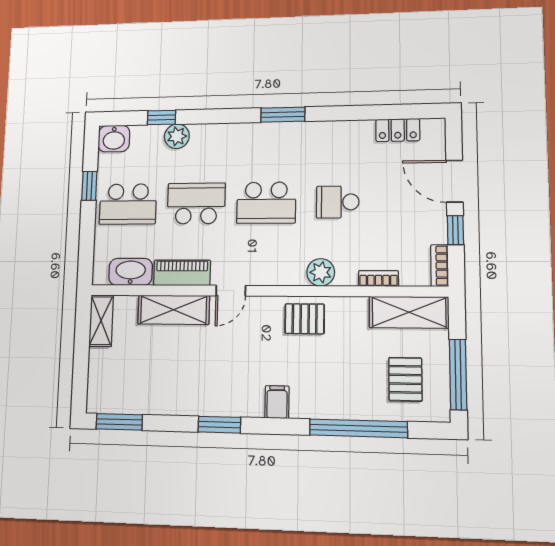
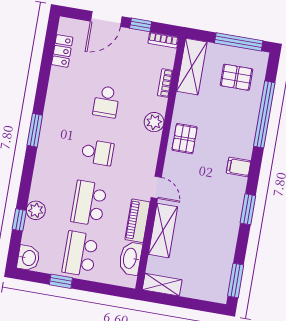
school desk: (266, 203) -> (98, 152), width x0.54
school desk: (128, 204) -> (80, 254), turned 180

